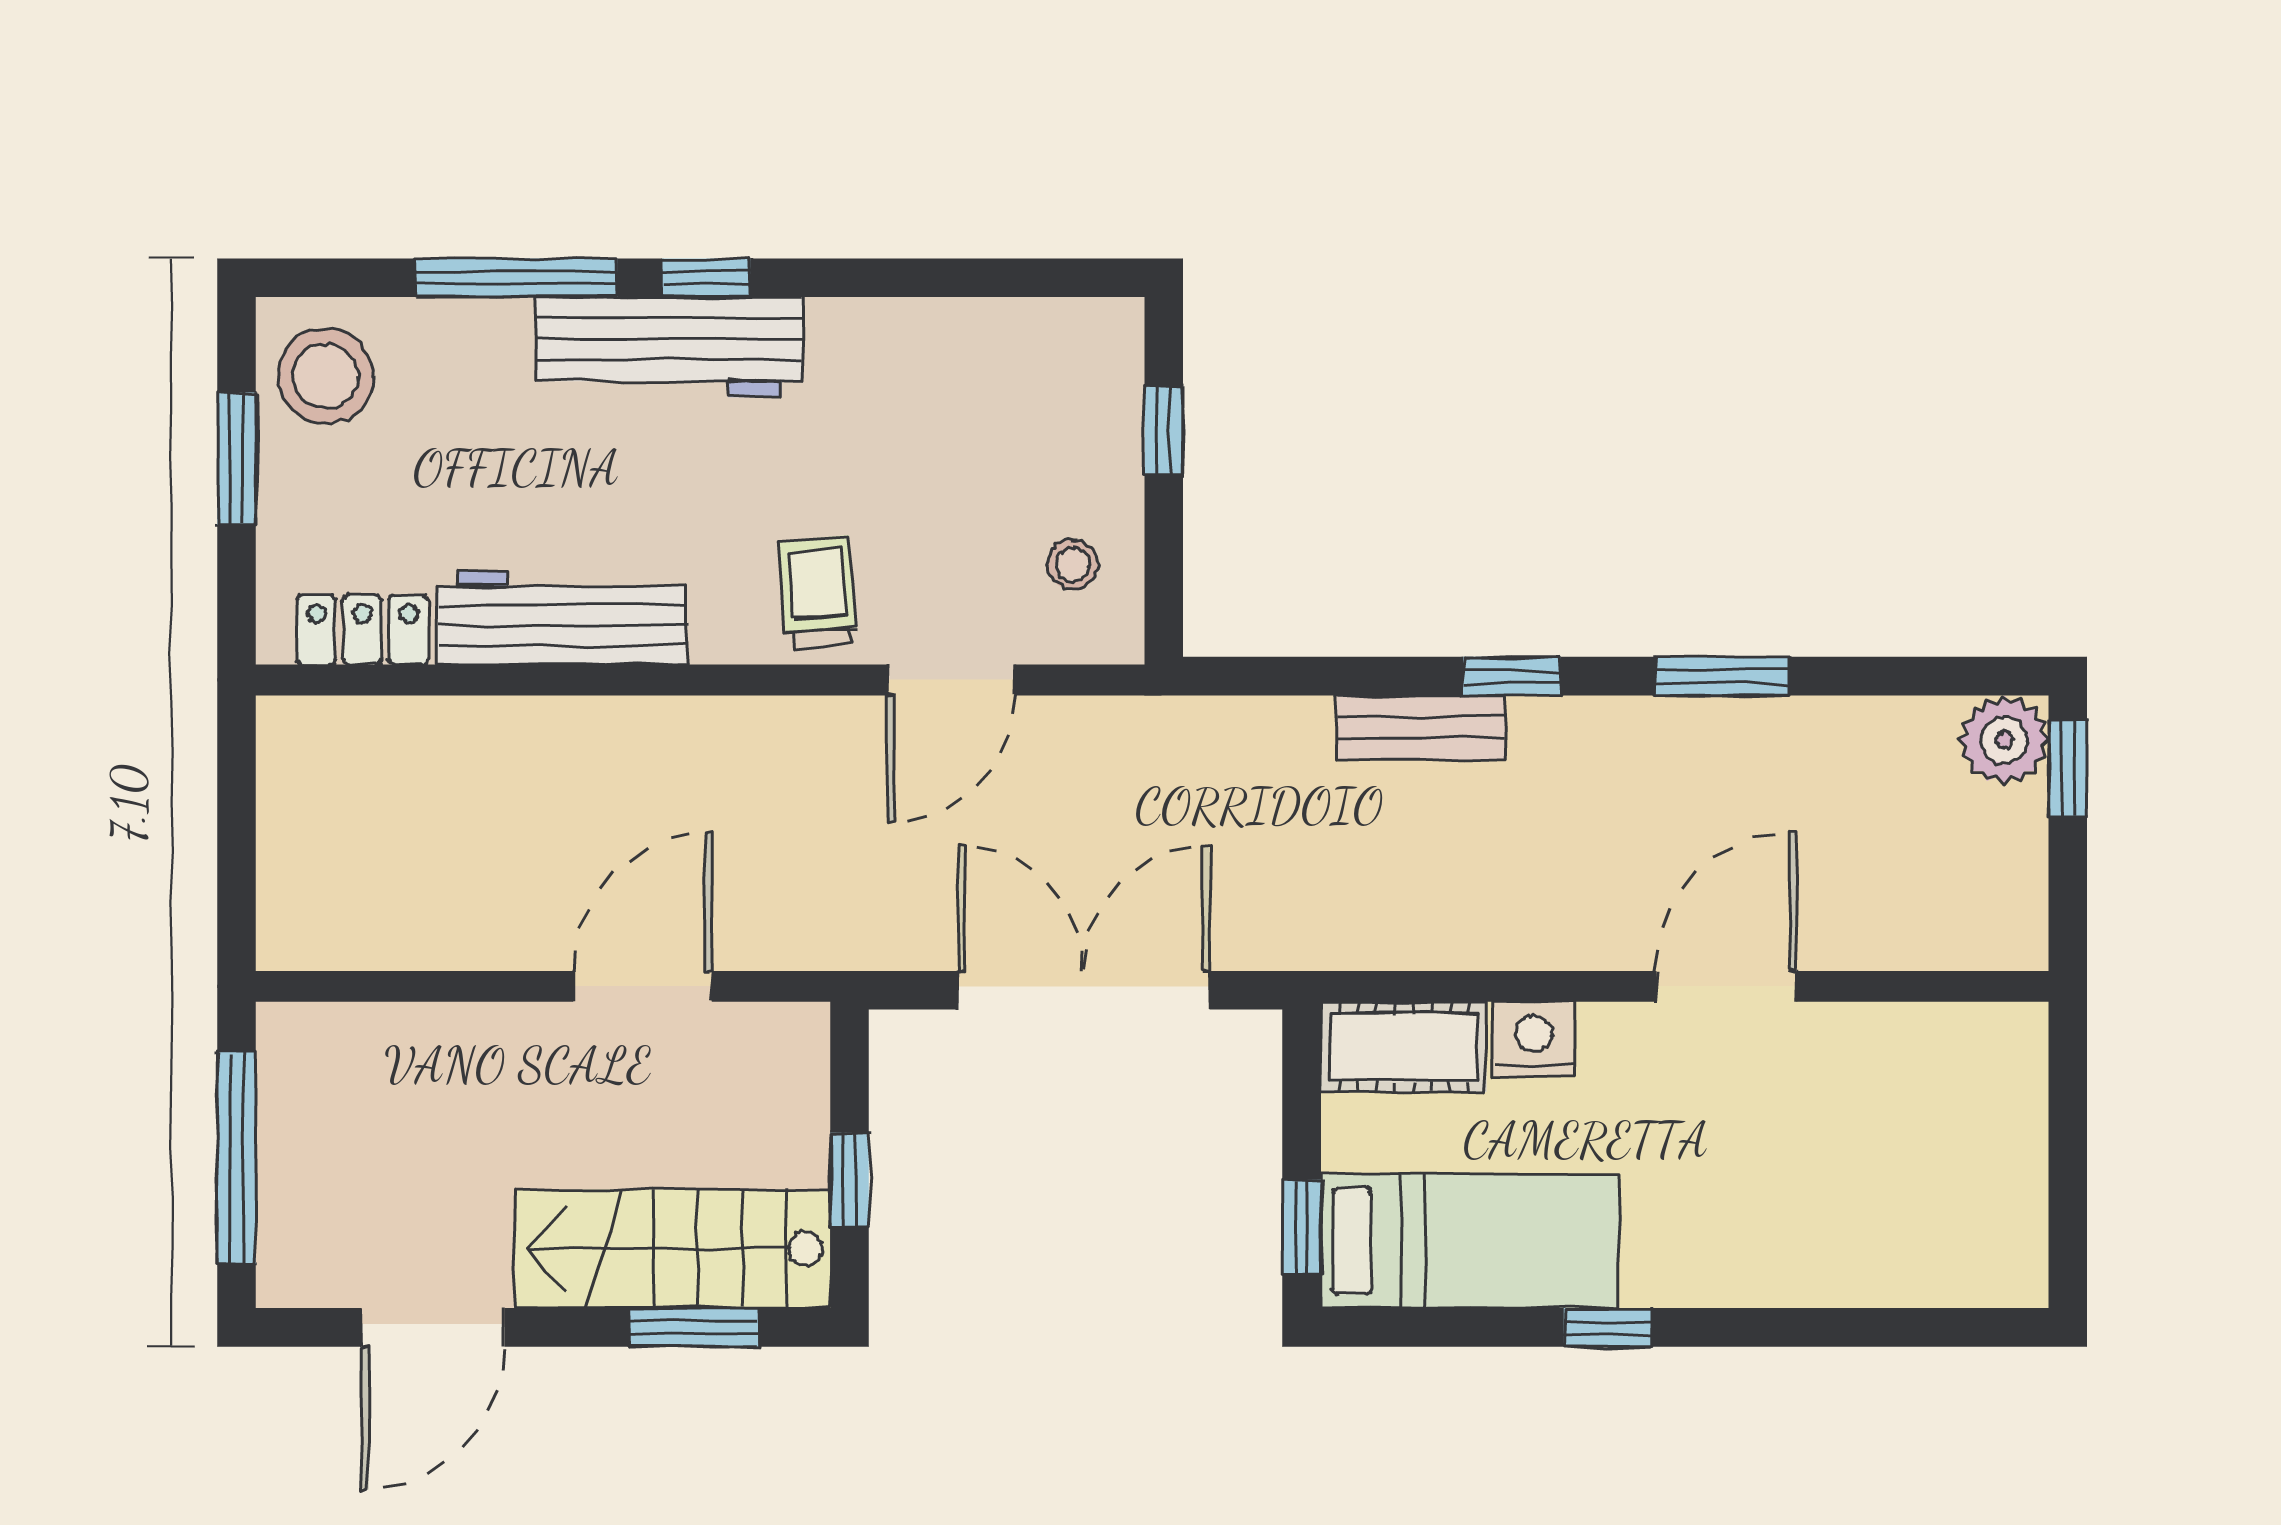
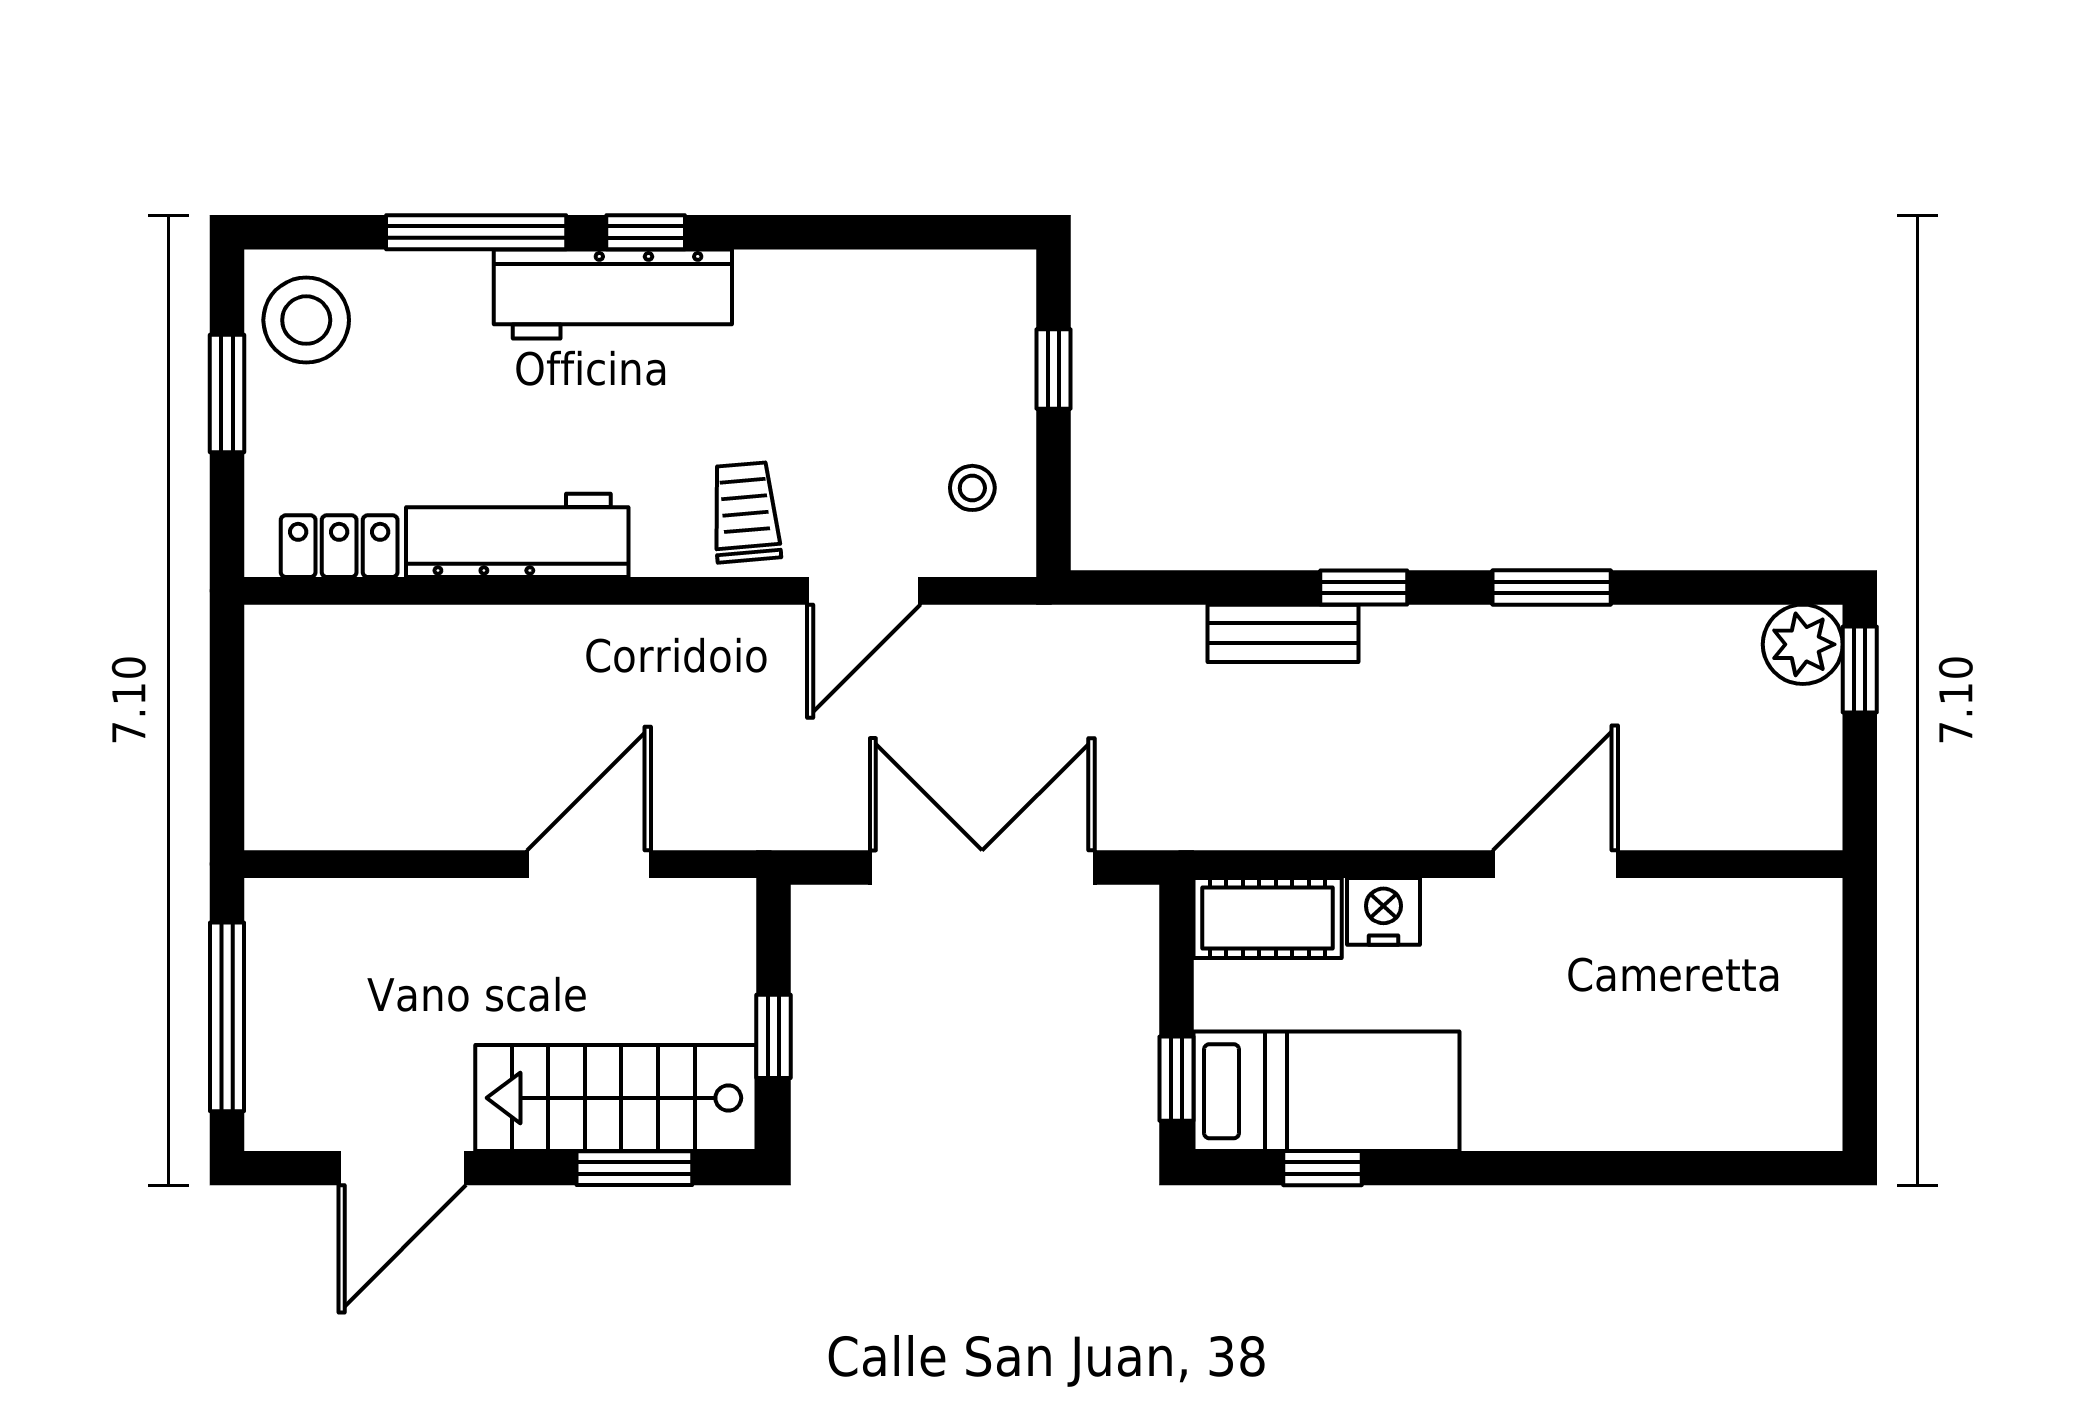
window: (1608, 1327) -> (1322, 1168), moved

